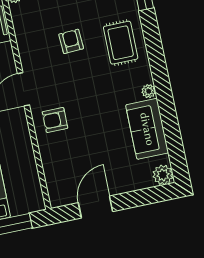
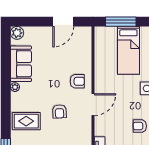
armchair: (71, 41) -> (59, 111), moved
rug: (121, 43) -> (26, 121), turned 90

